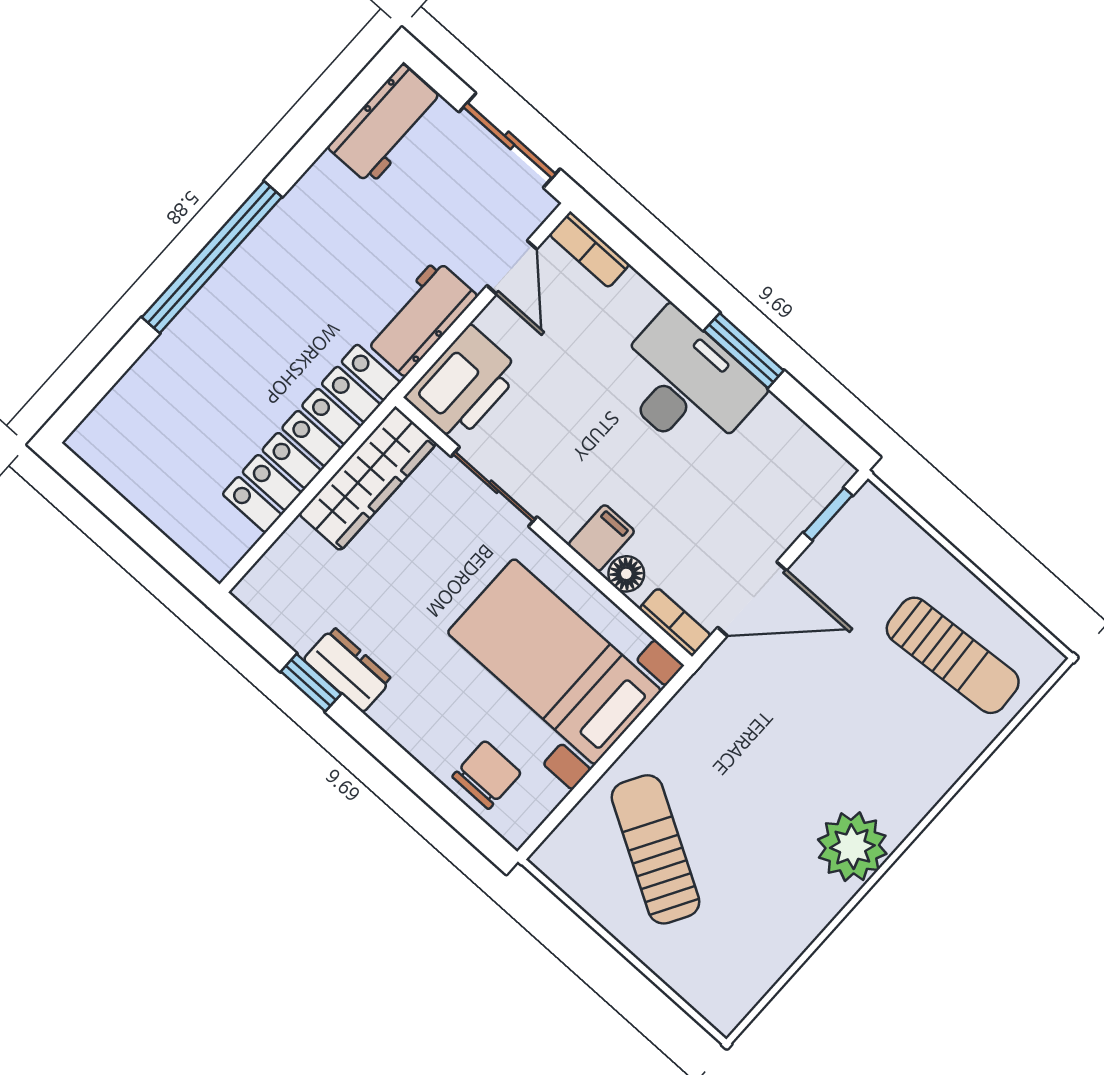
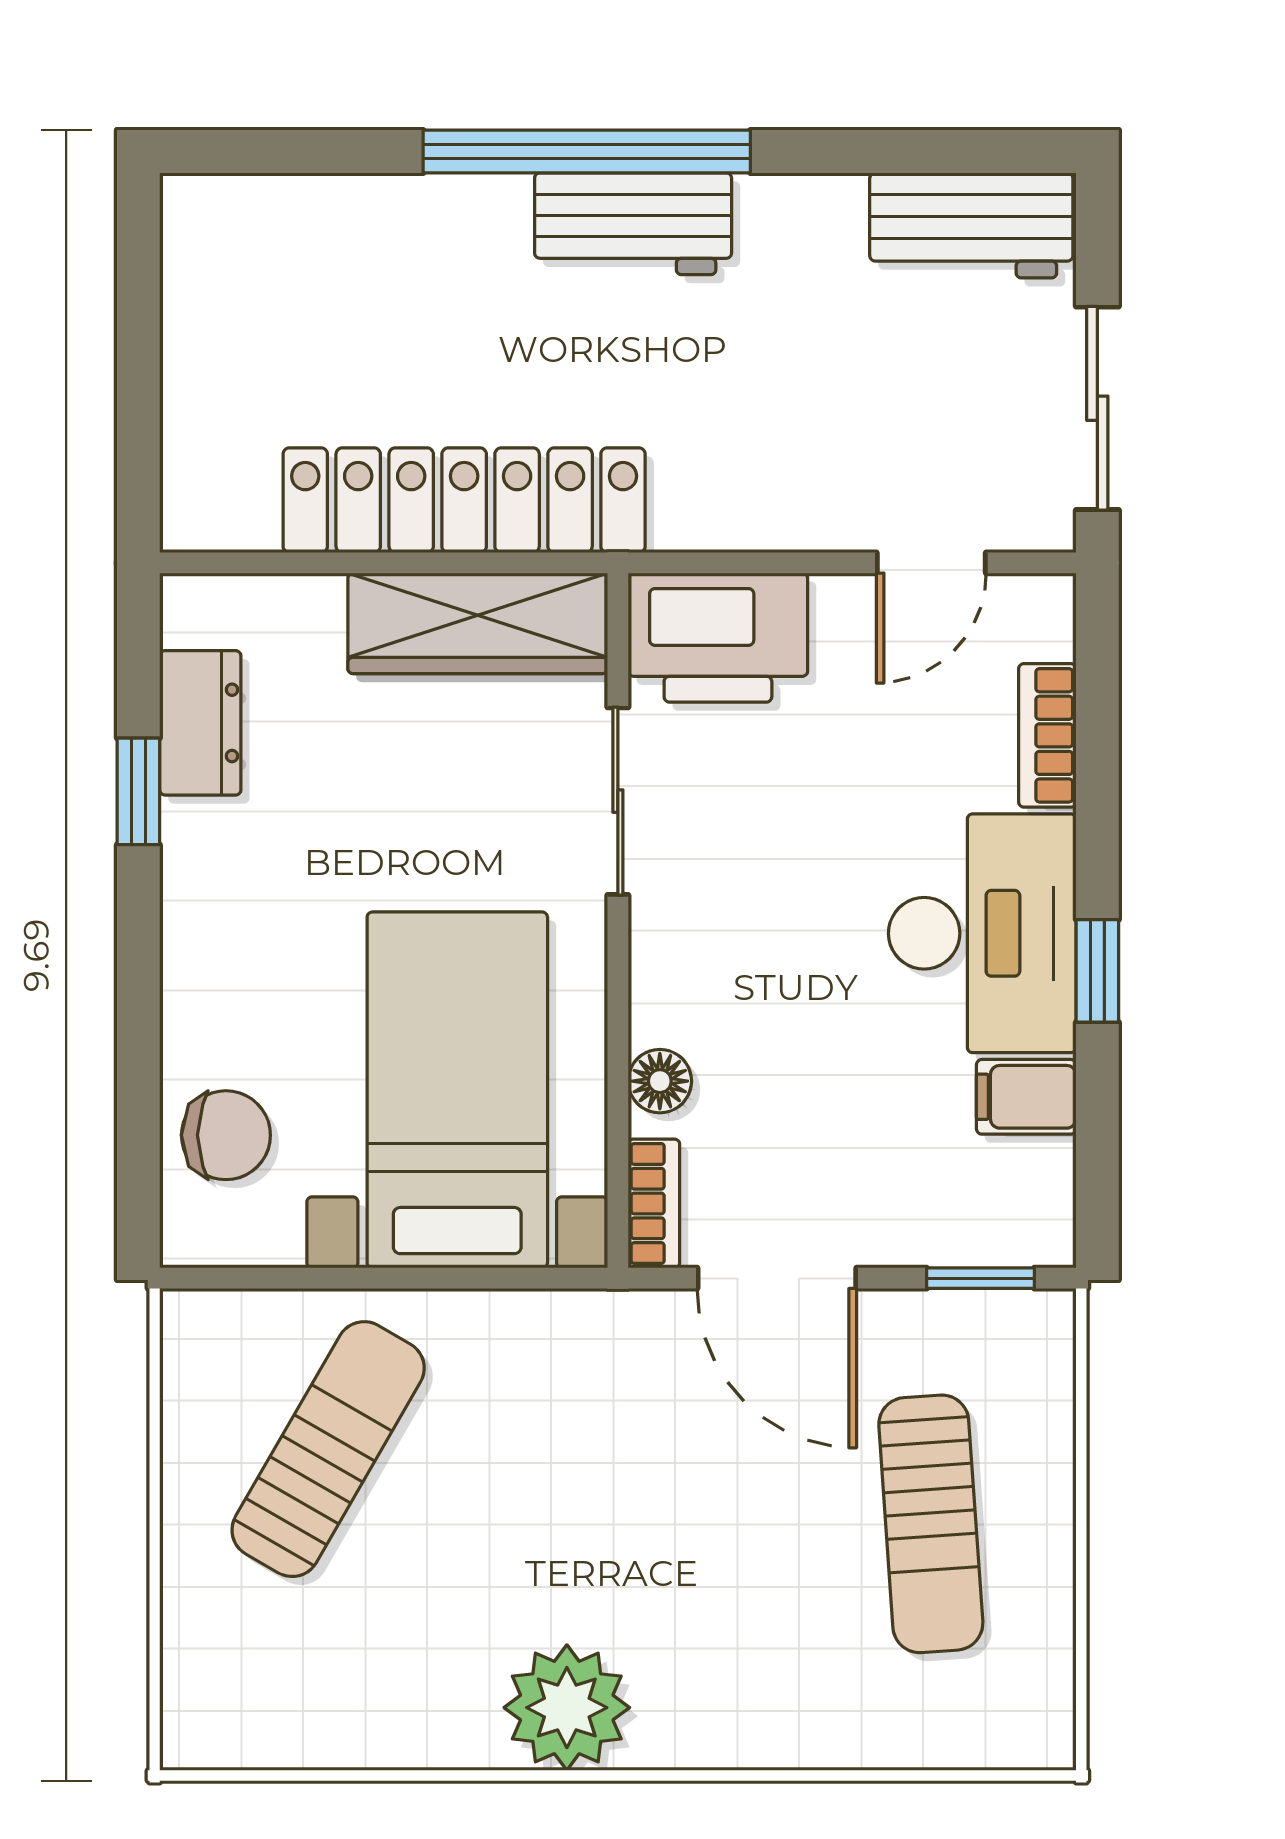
bookcase: (589, 250) -> (1047, 735), moved
workbench: (421, 318) -> (633, 224), moved, turned 180
window: (744, 351) -> (1097, 971), width x0.67
filing cabinet: (601, 538) -> (1026, 1097), moved, turned 180
sun lounger: (953, 655) -> (931, 1524), moved
dresser: (348, 669) -> (200, 723), moved

